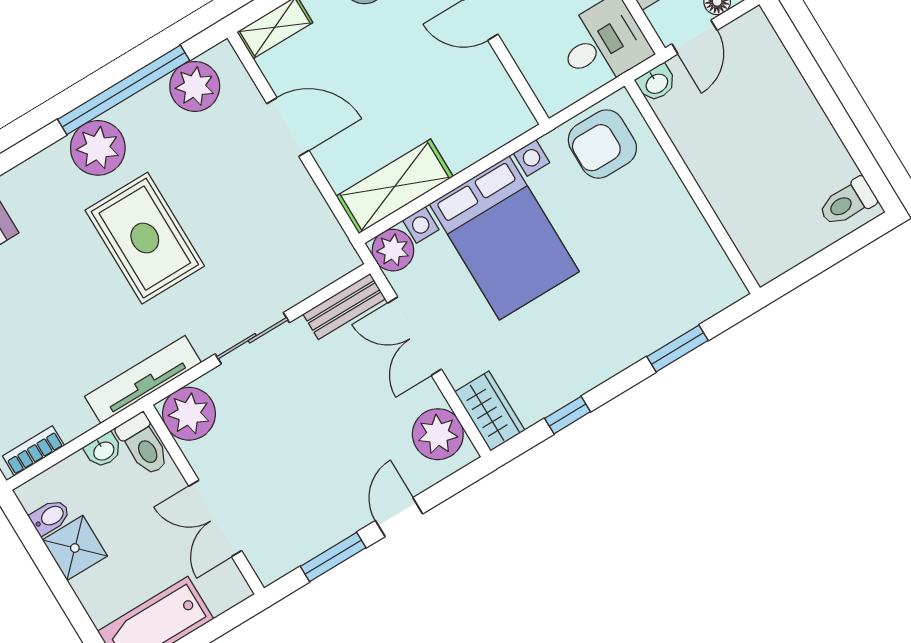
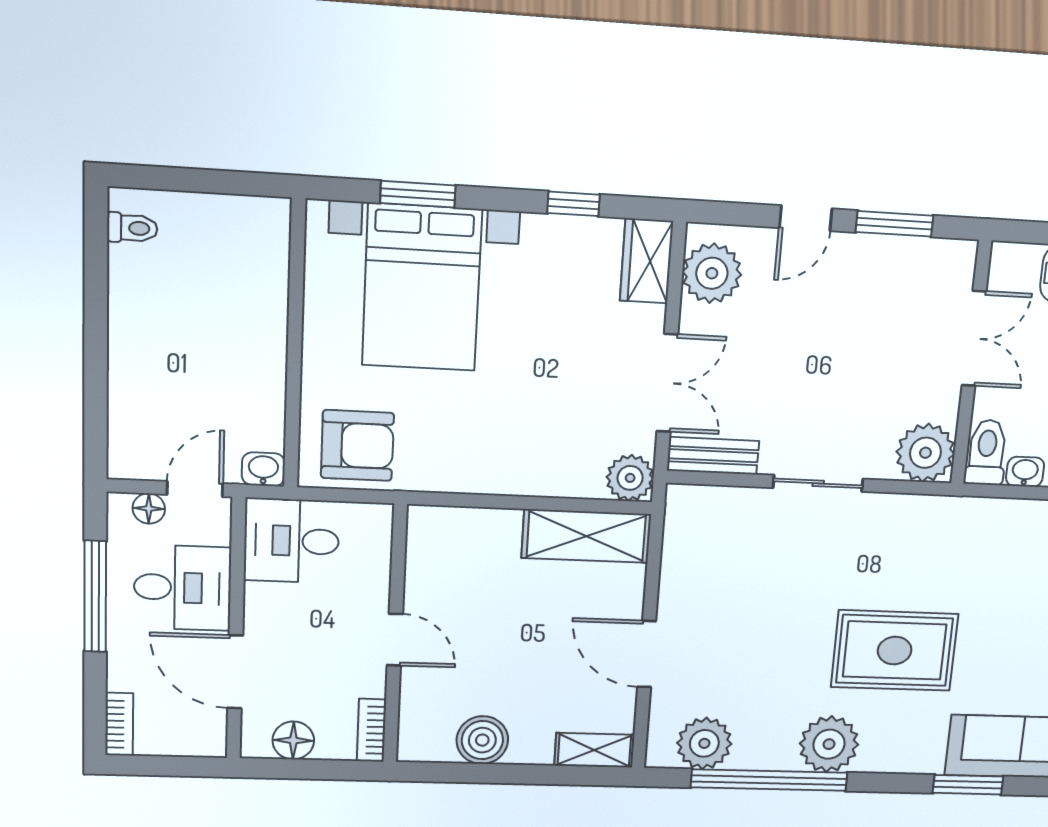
toilet: (847, 202) -> (132, 228), width x0.73, depth x0.72
rug: (145, 238) -> (895, 650), moved, turned 90
bed with nightstands: (504, 238) -> (422, 288), moved, turned 180
tv unit: (143, 379) -> (943, 512), removed

